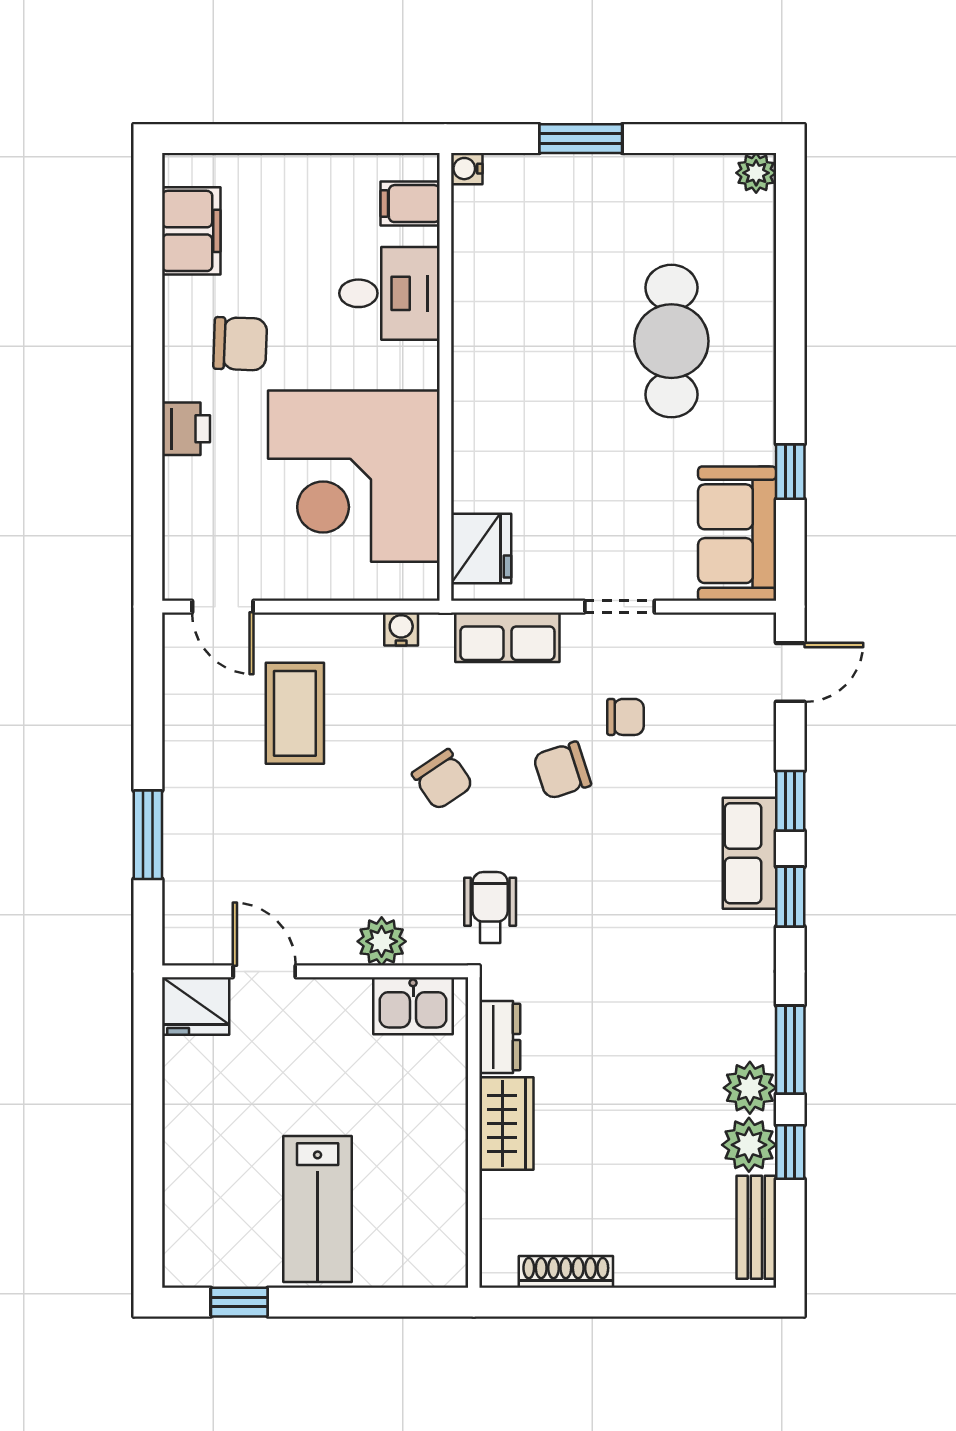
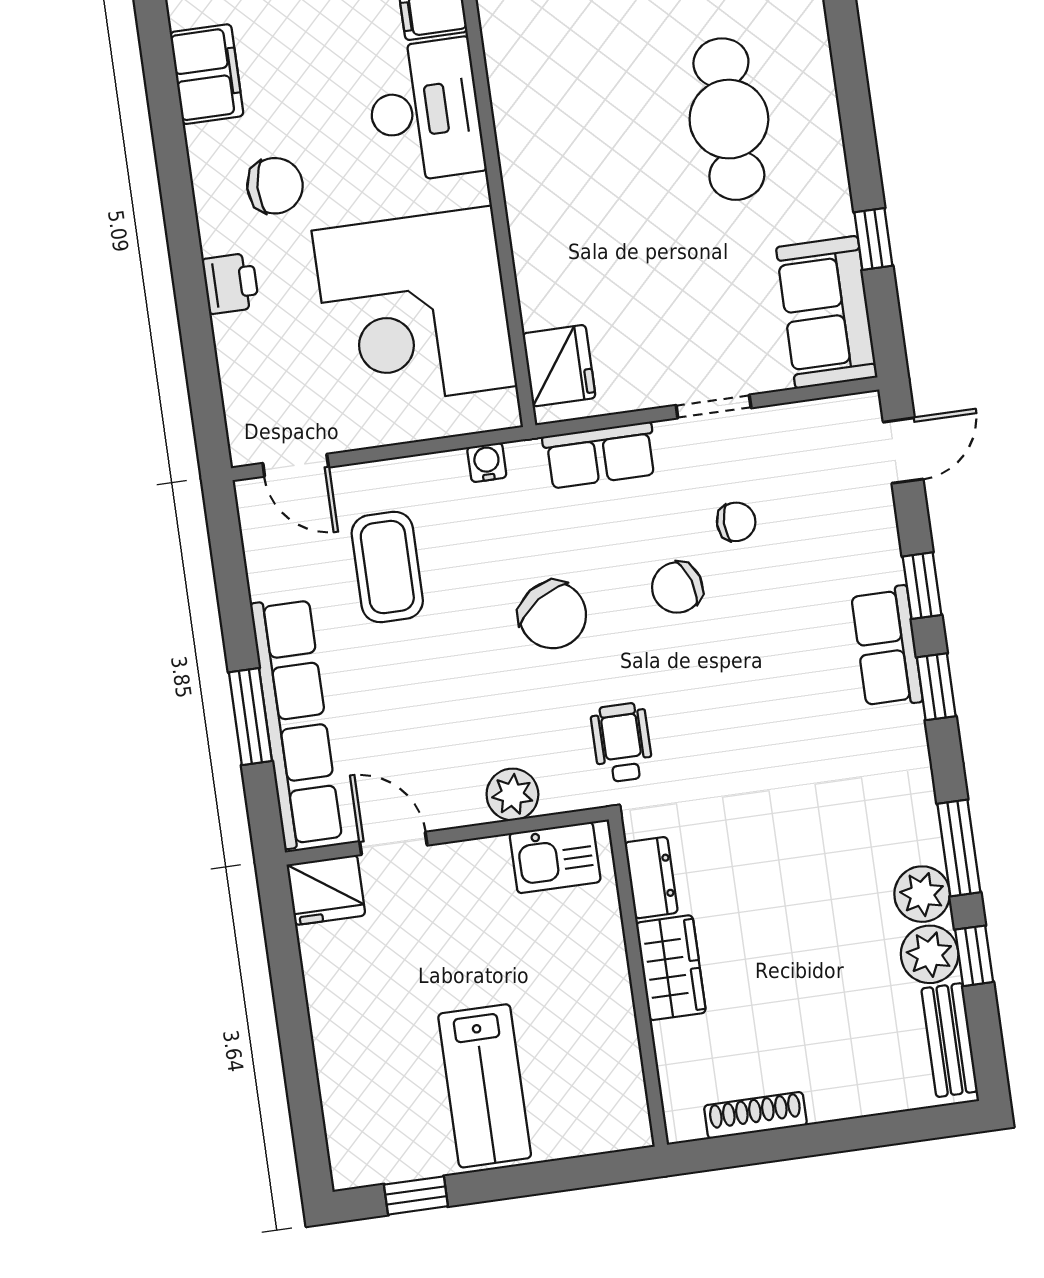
desk: (390, 293) -> (425, 110), width x1.37
chair: (443, 780) -> (553, 615), width x1.37, depth x1.37
row of seats: (190, 846) -> (296, 723), added

